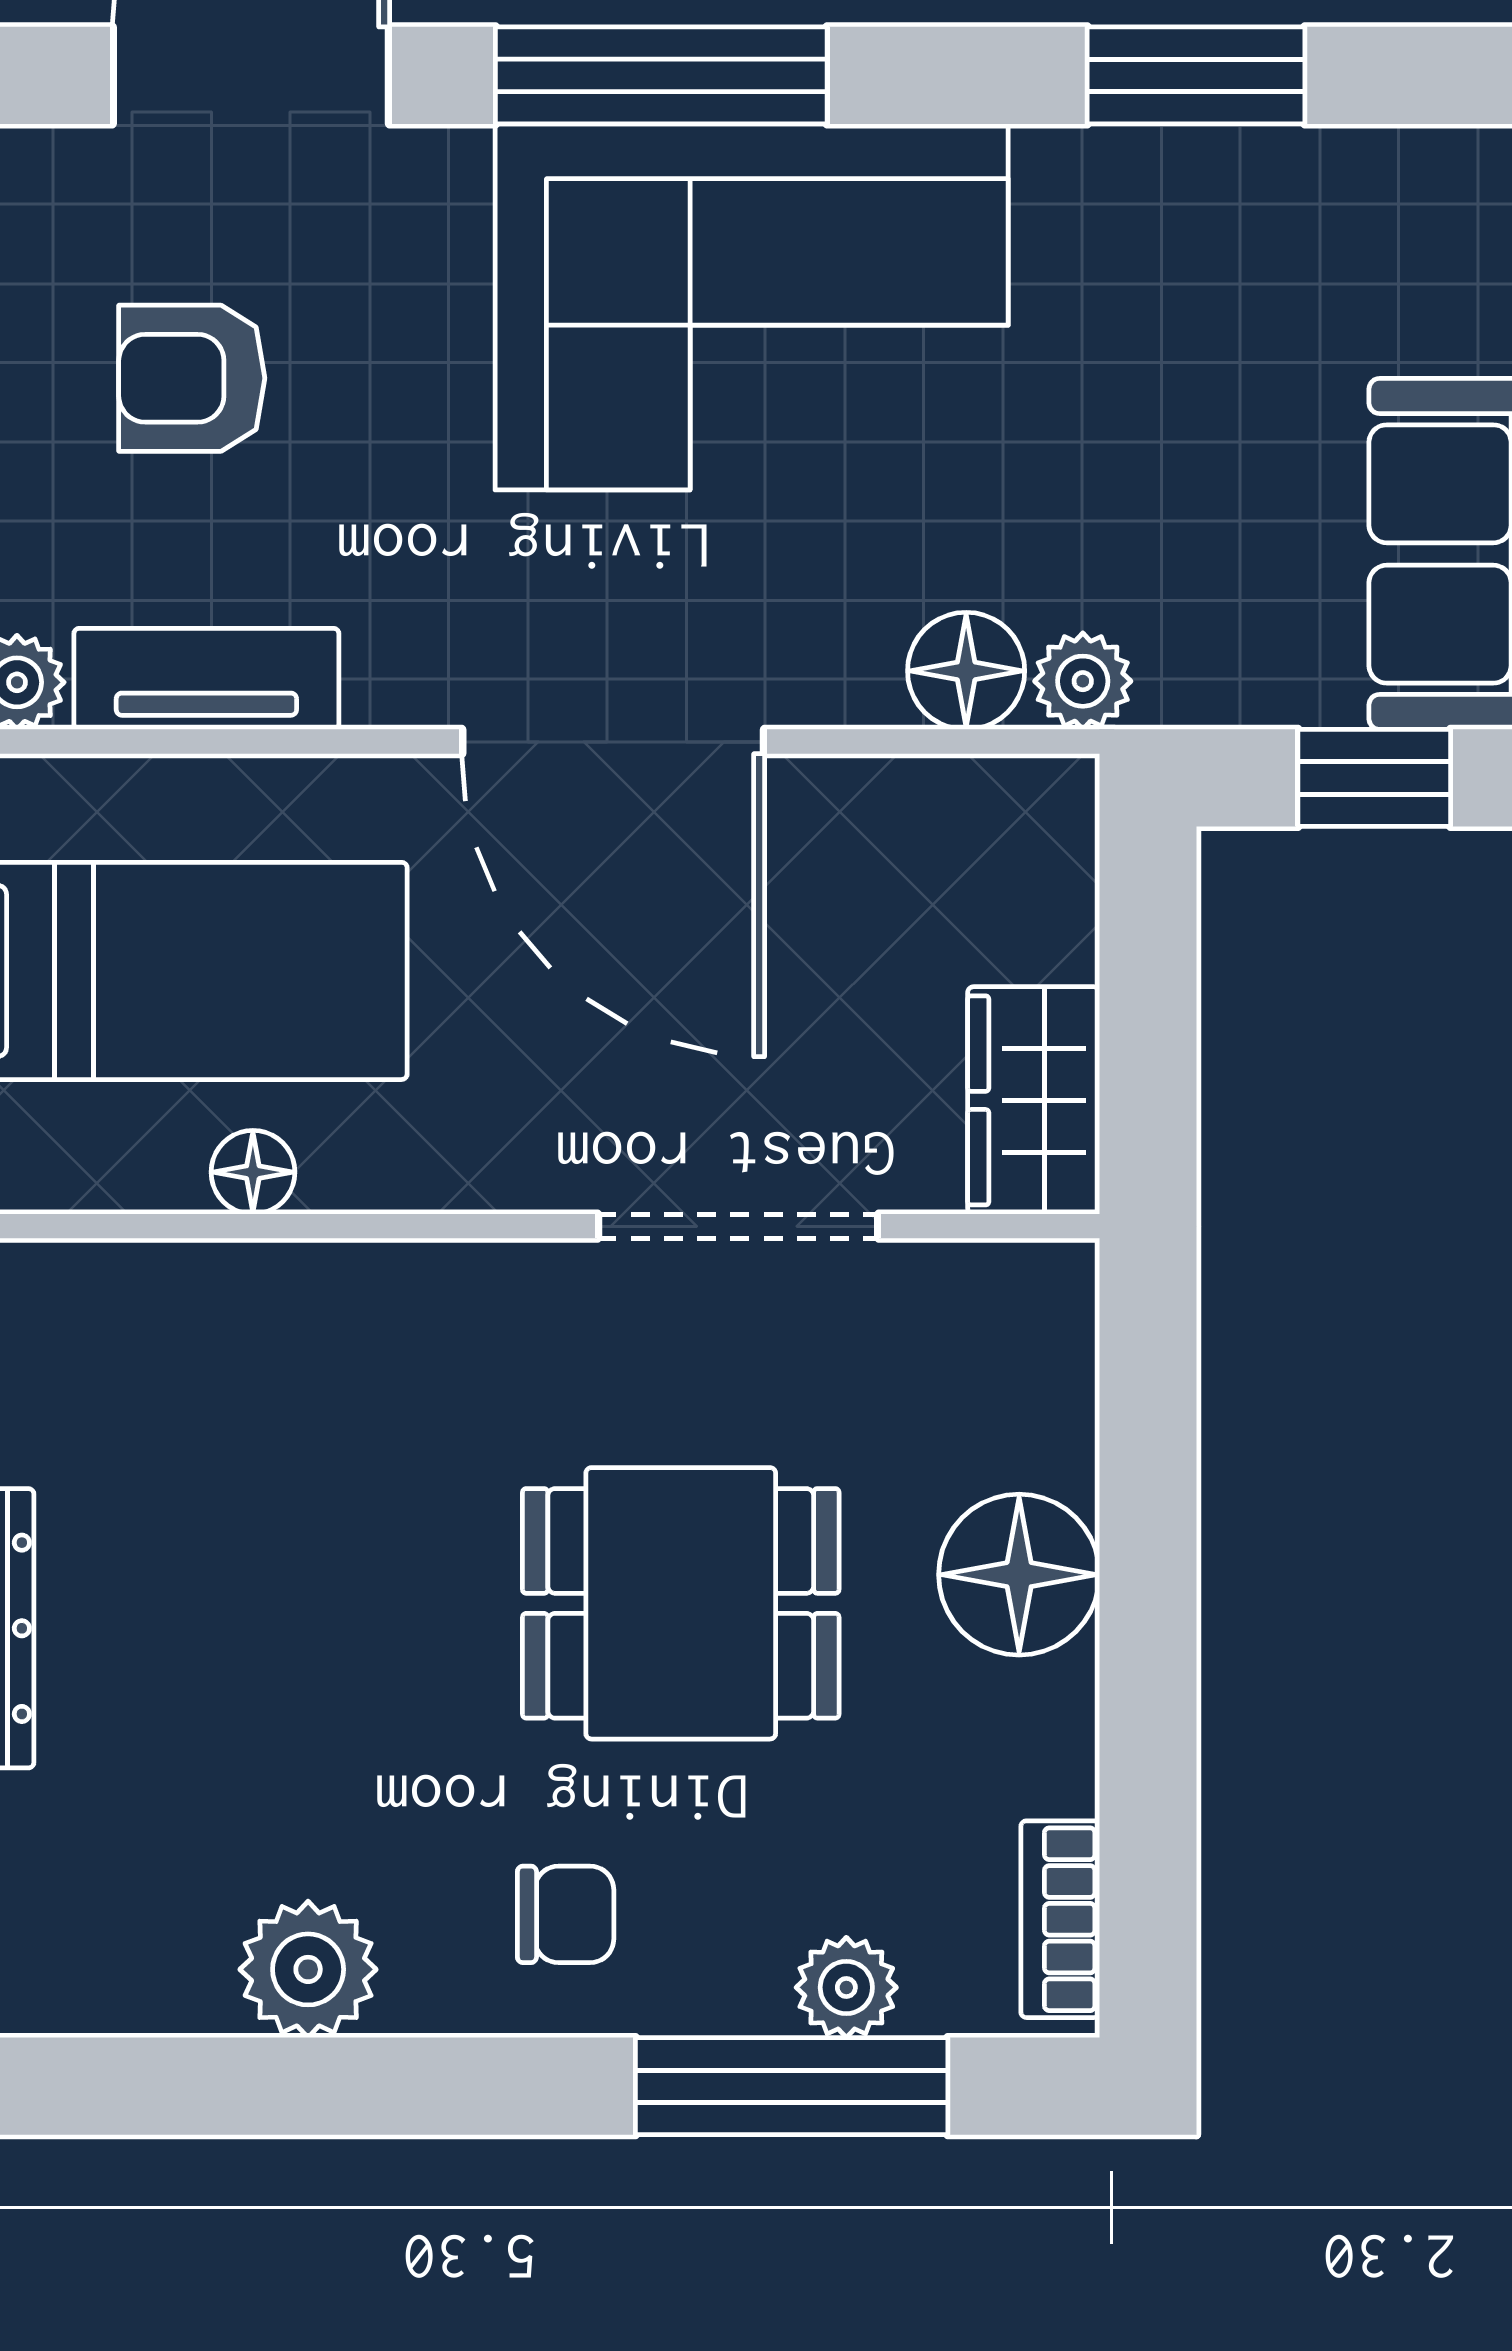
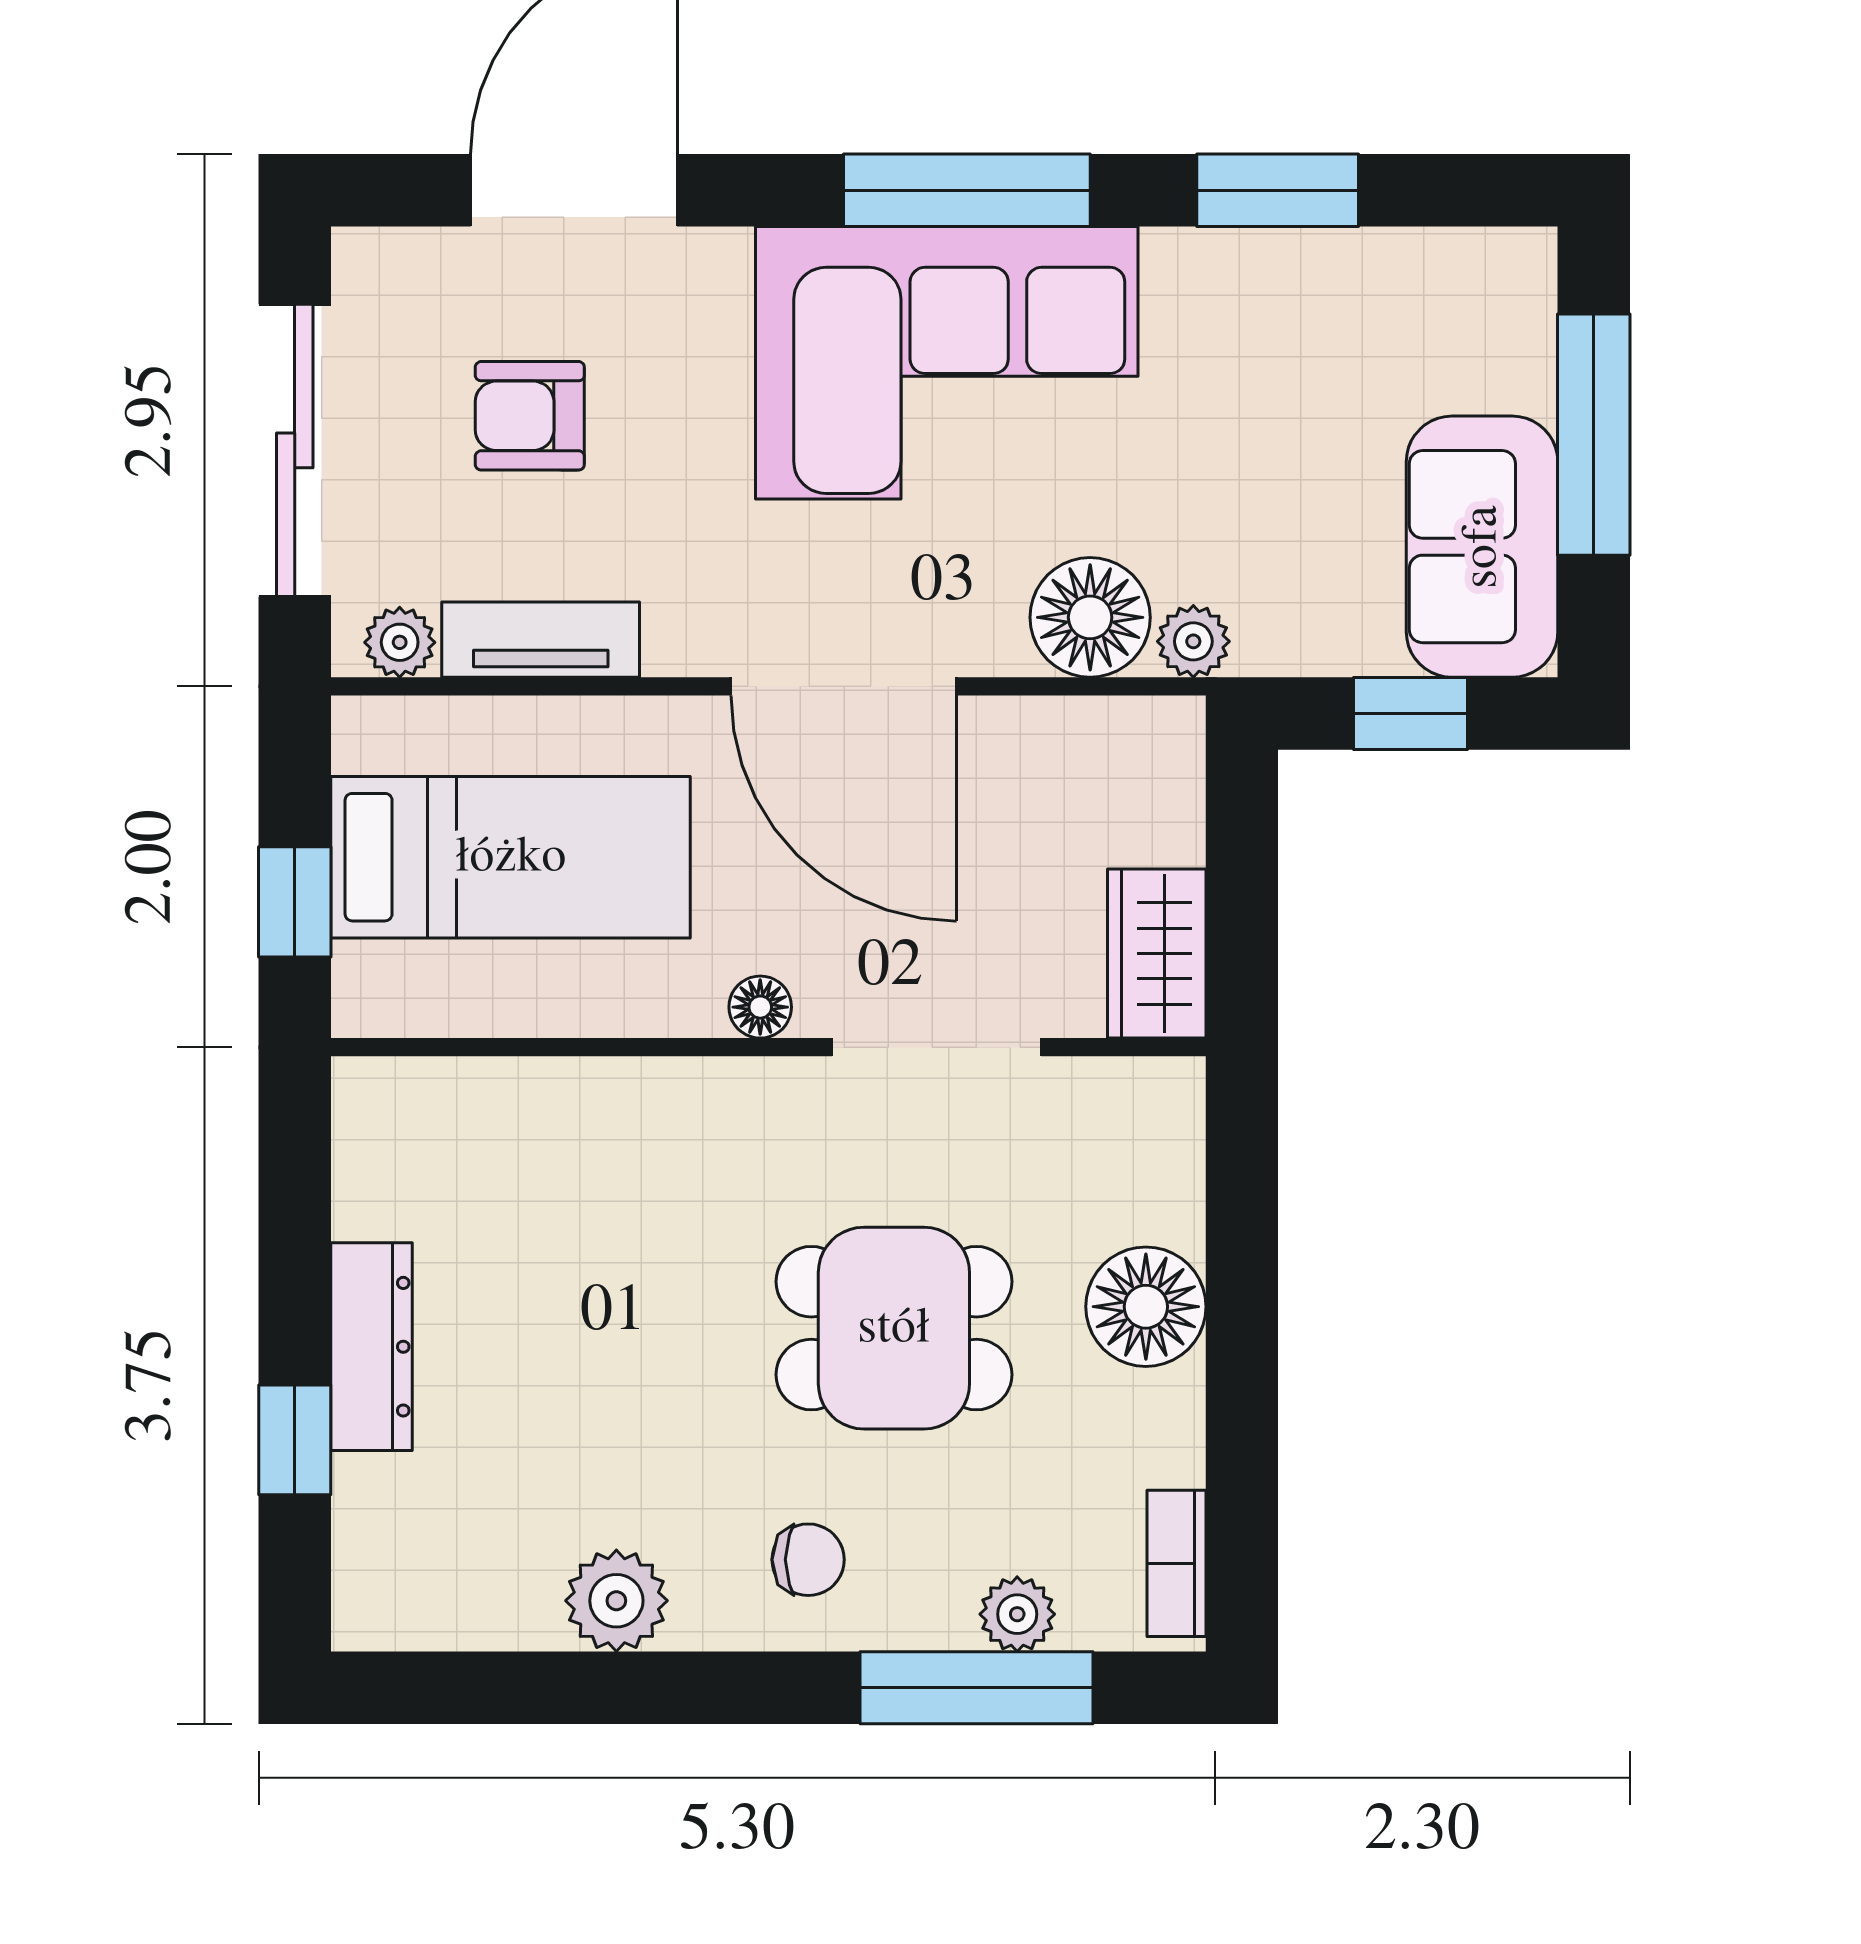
window: (661, 75) -> (967, 190), moved
floor lamp: (966, 671) -> (1090, 617), width x1.38, depth x1.38
floor lamp: (253, 1172) -> (760, 1007), moved

